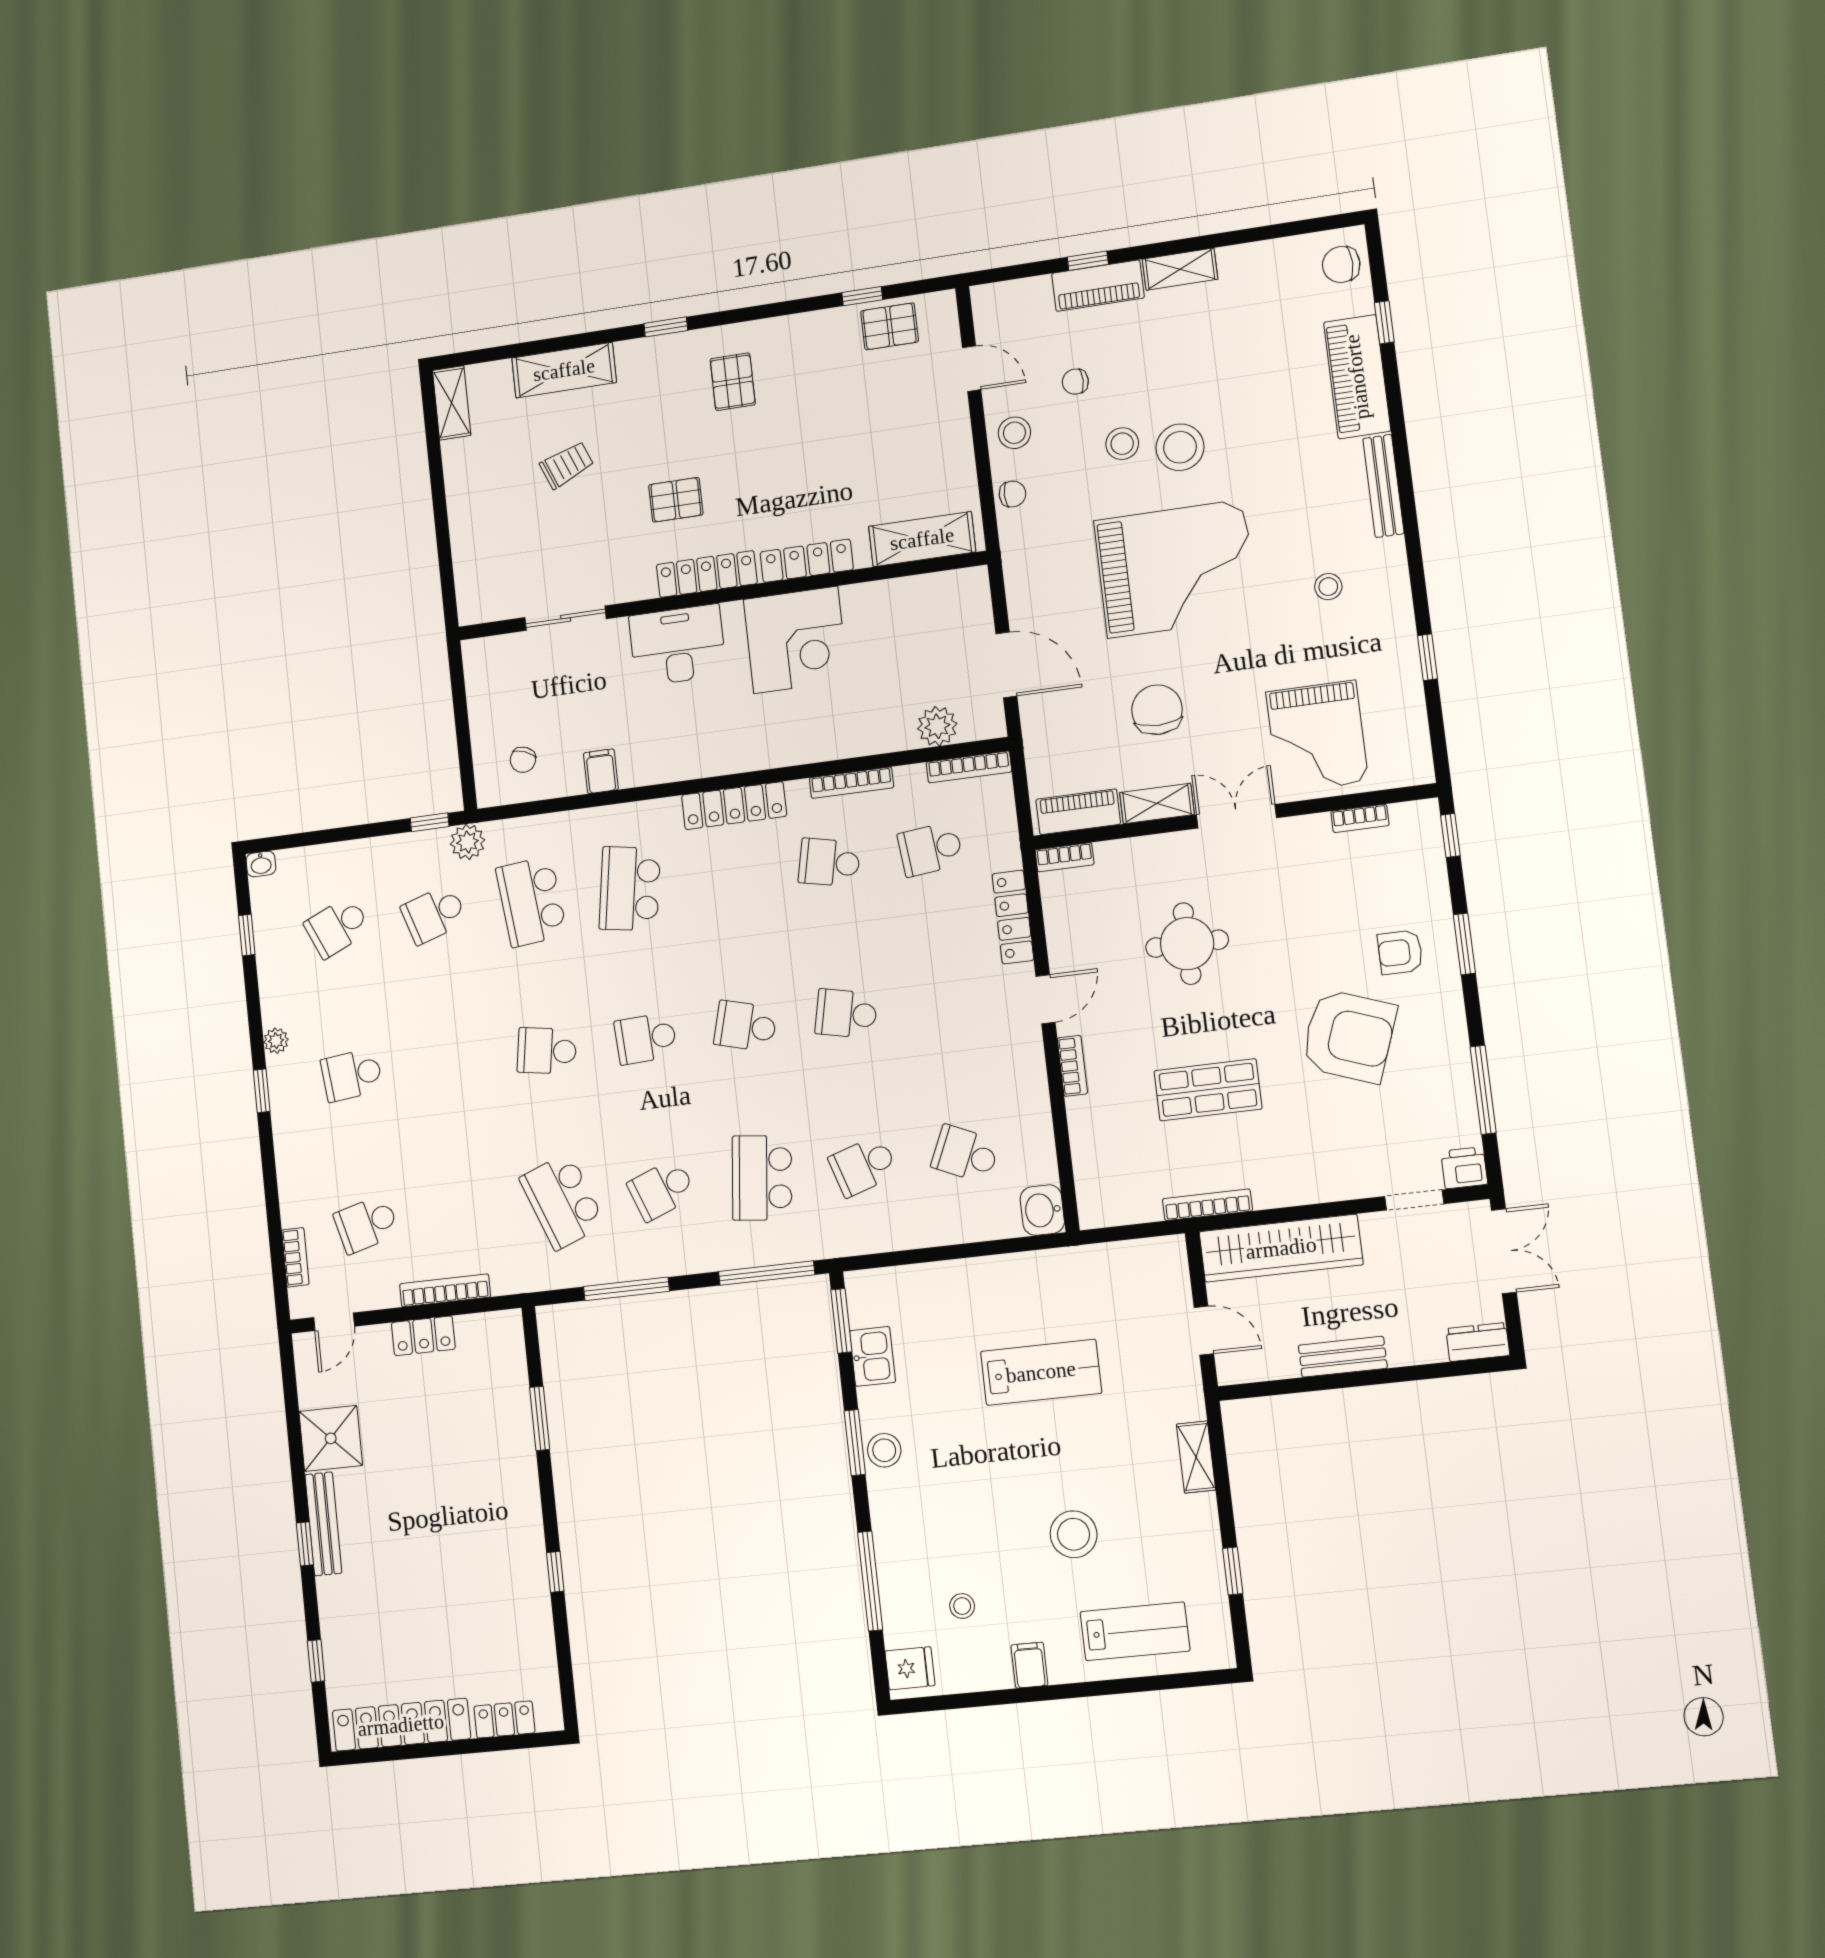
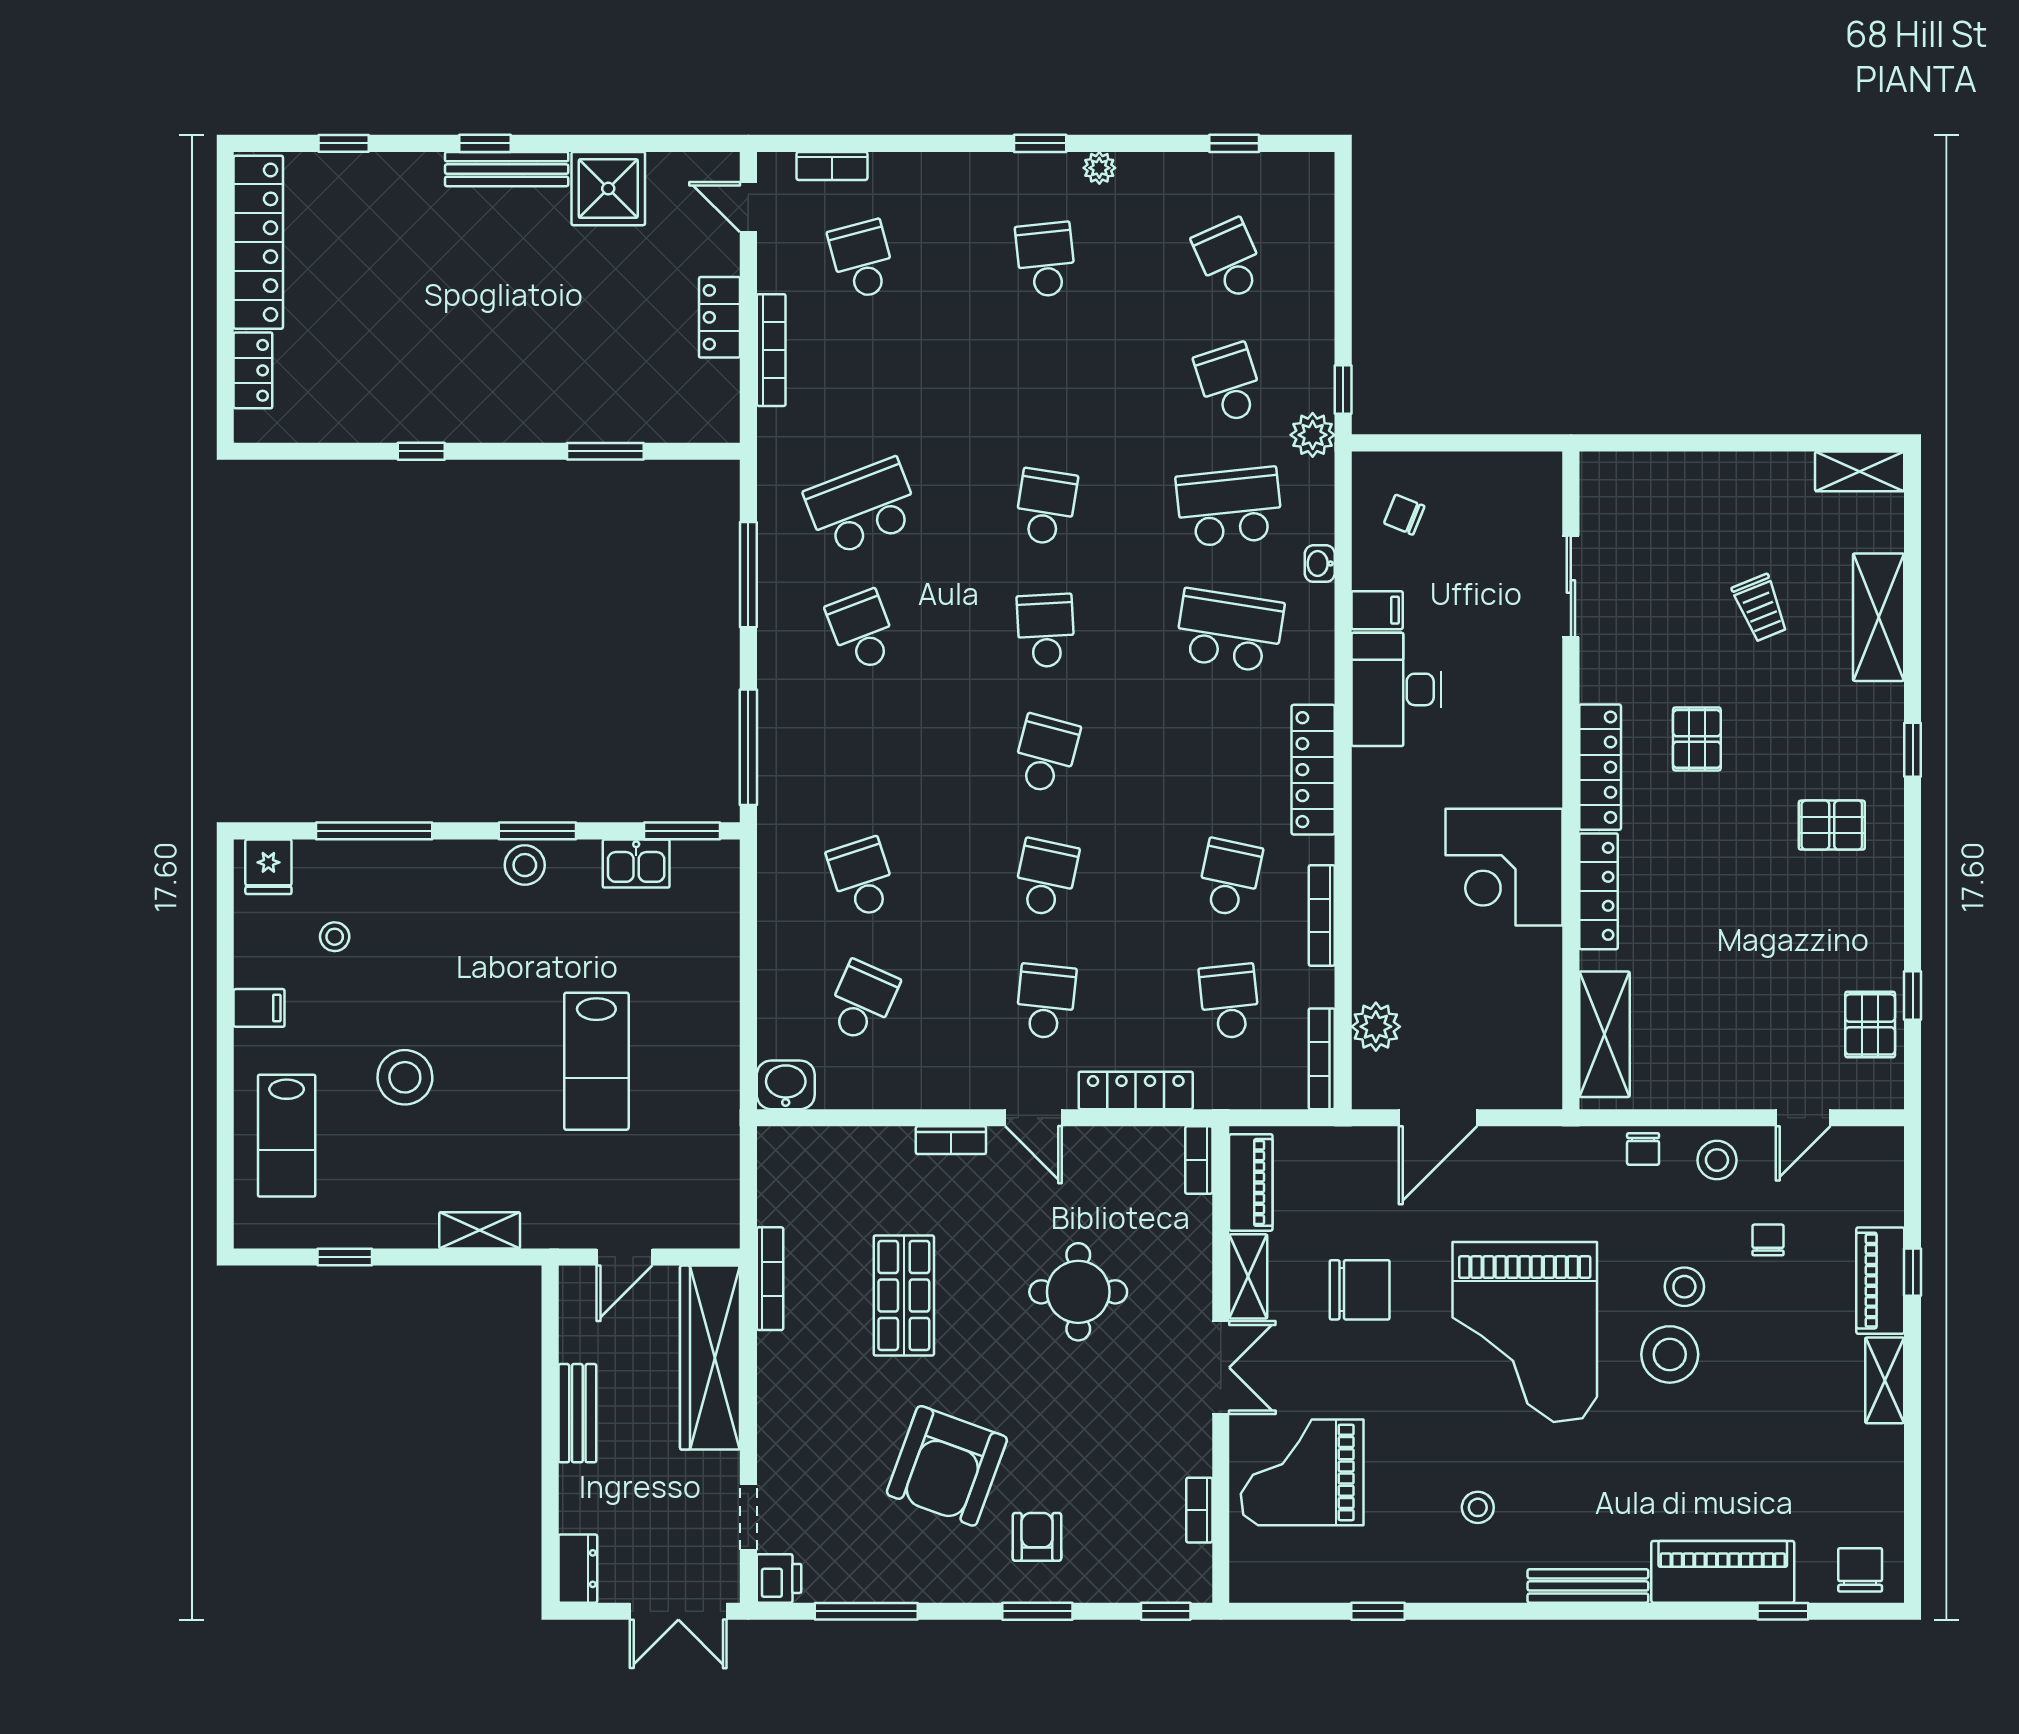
desk: (678, 645) -> (1396, 689), moved, turned 180
washbasin: (261, 864) -> (1320, 564), moved
school desk: (762, 1178) -> (1046, 1001), moved, width x0.54

